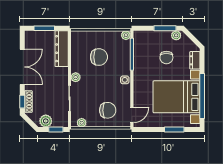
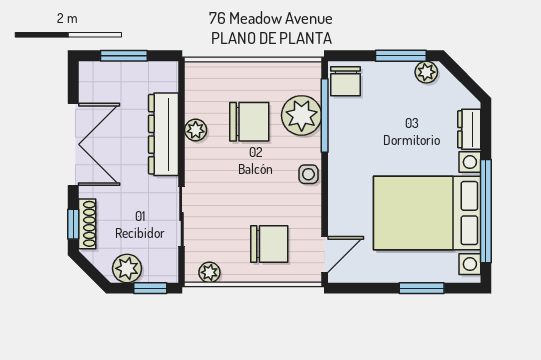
plant: (126, 35) -> (302, 115), moved, width x1.87, depth x1.87
dresser: (62, 49) -> (164, 134), moved
chair: (166, 58) -> (346, 81), moved
plant: (76, 77) -> (196, 130), moved

